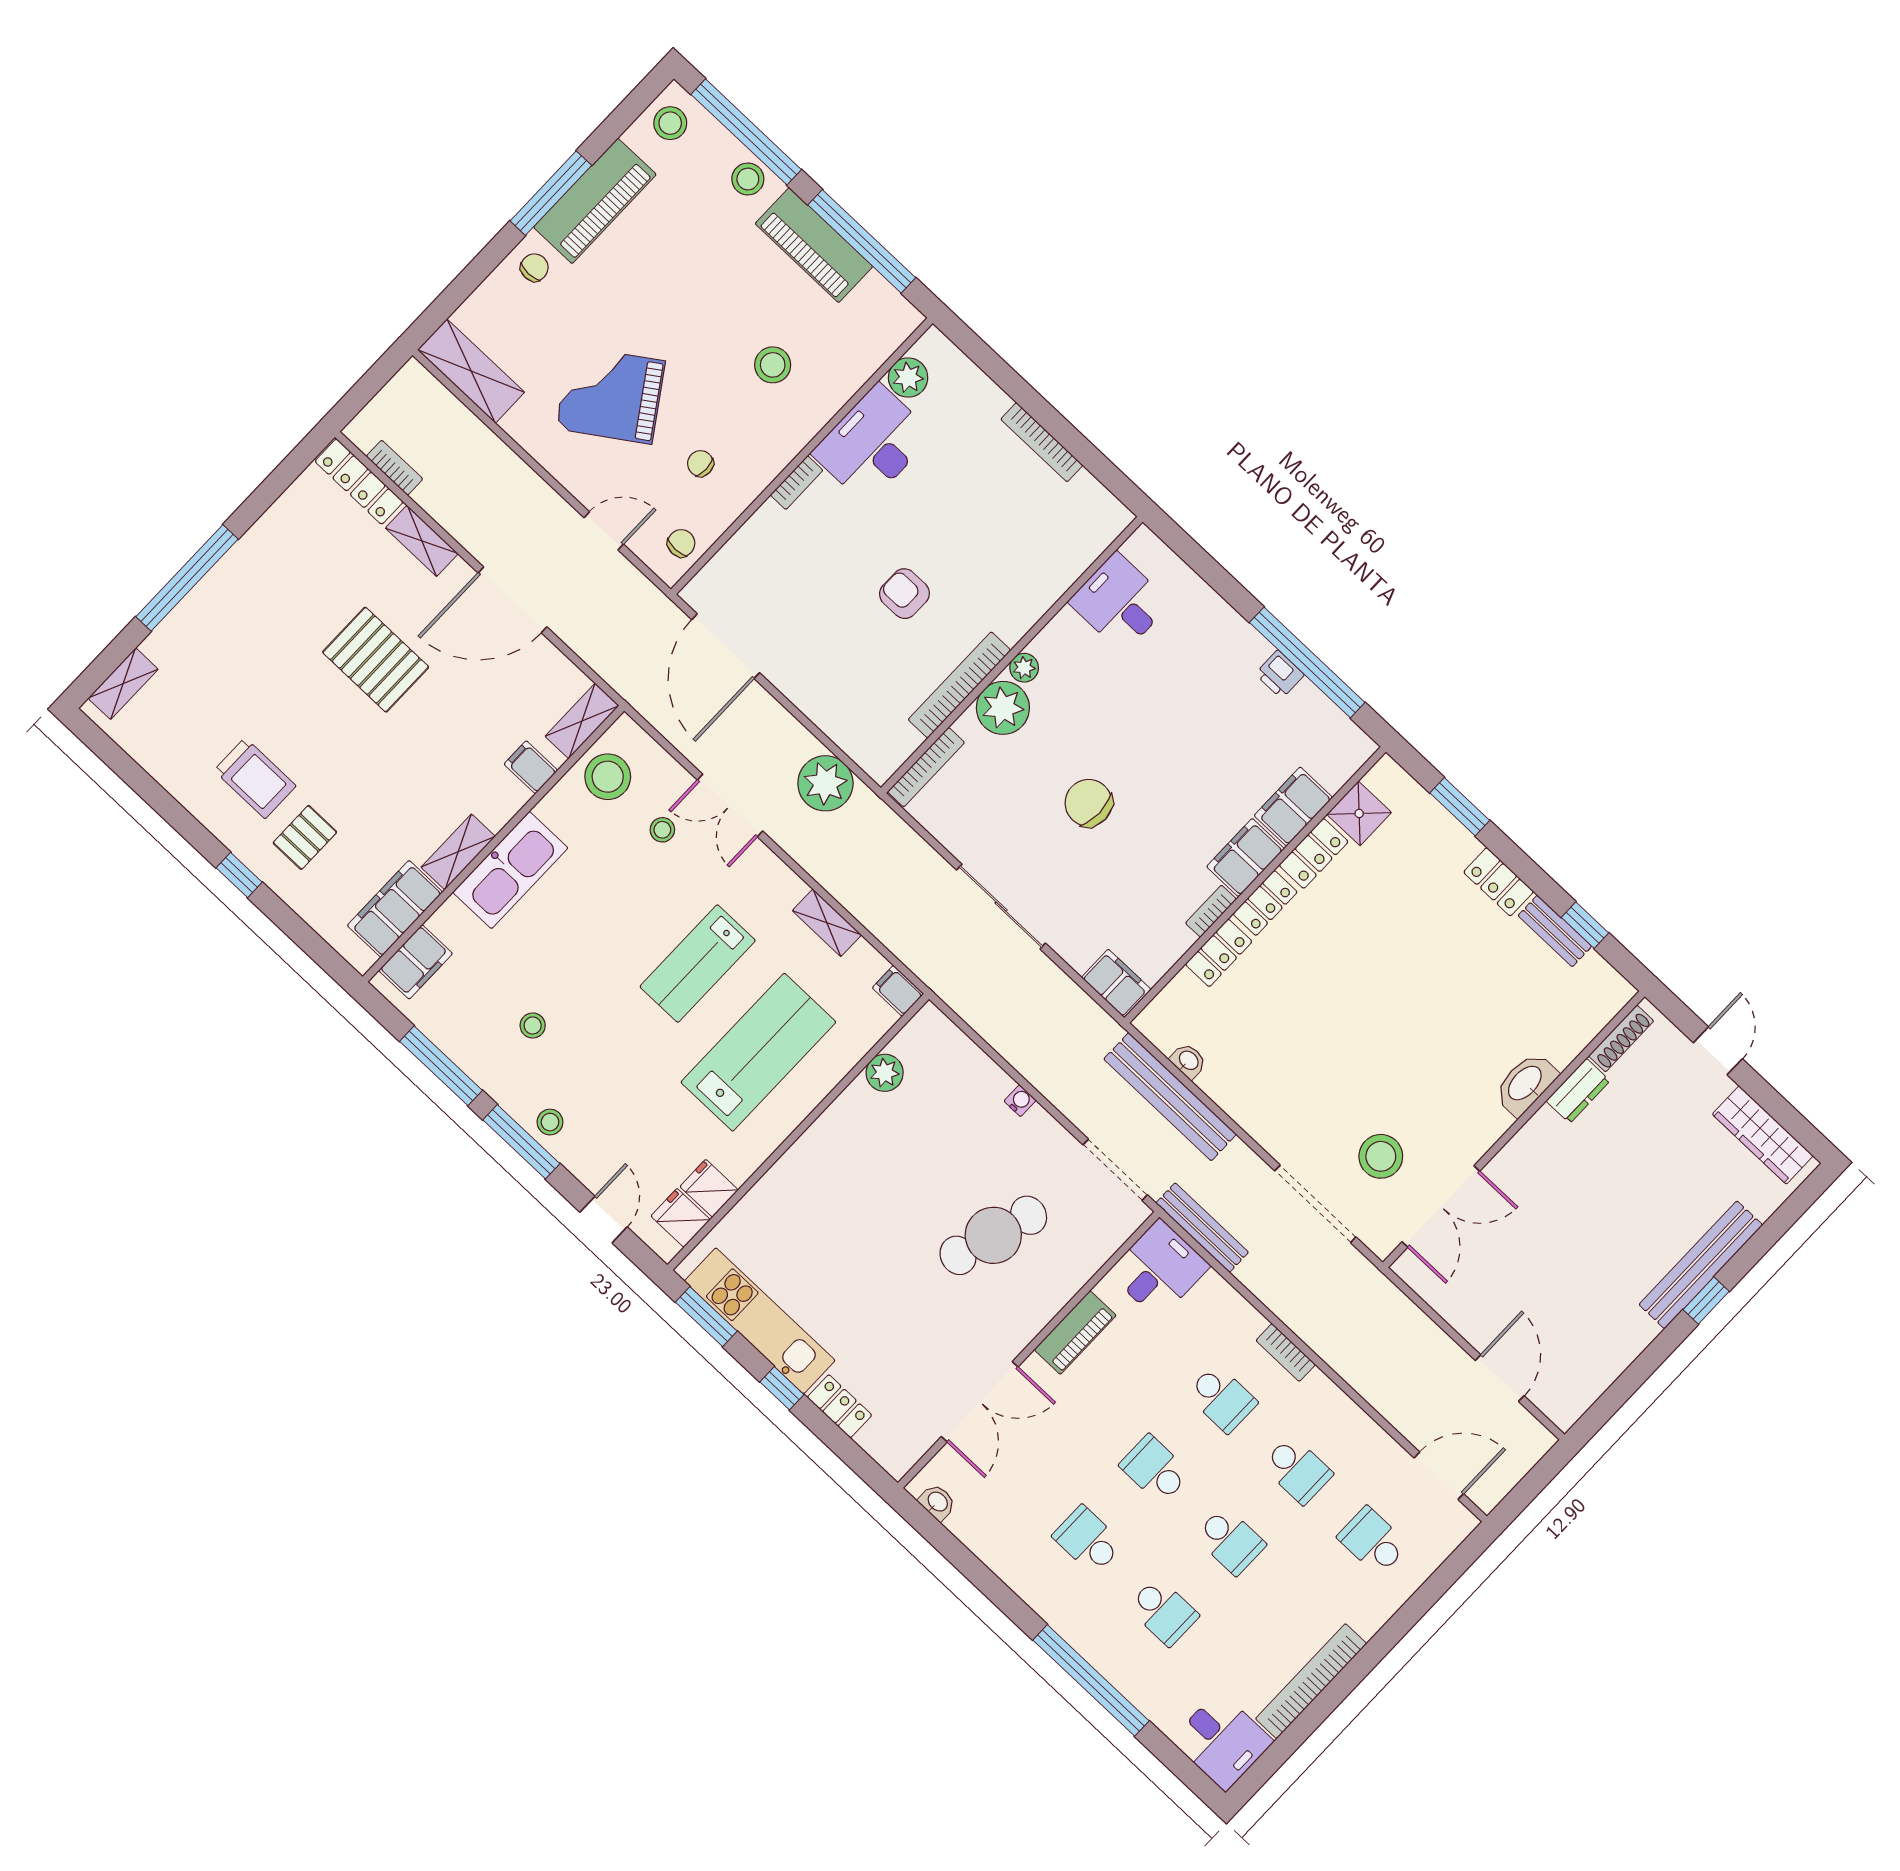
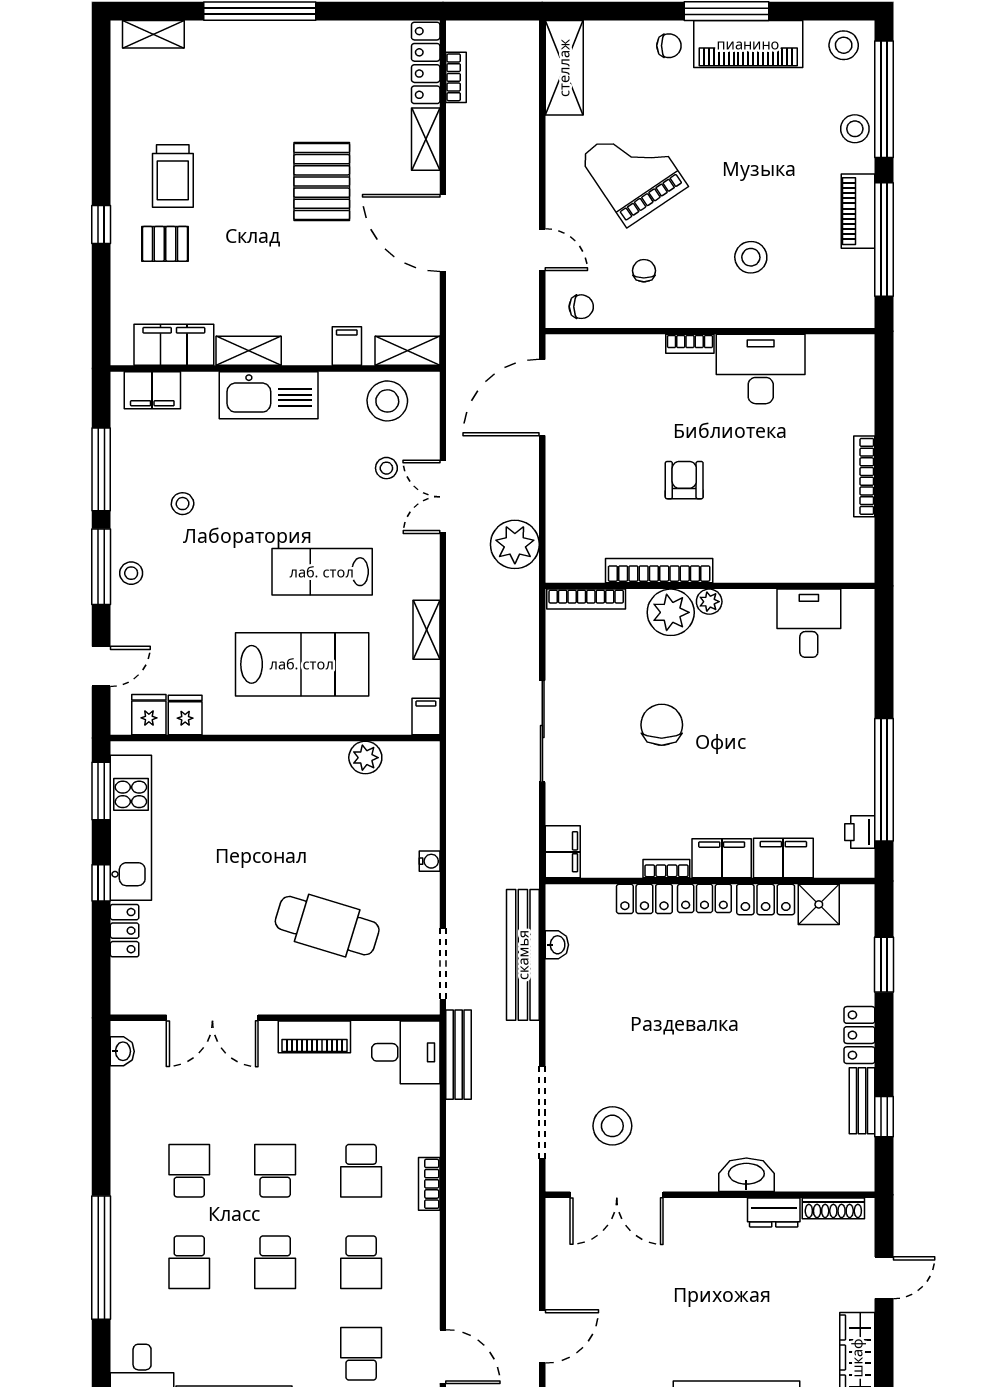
piano: (814, 245) -> (858, 211), width x0.73, depth x0.75
plant: (908, 378) -> (825, 352), removed
printer: (1280, 674) -> (860, 832), moved

